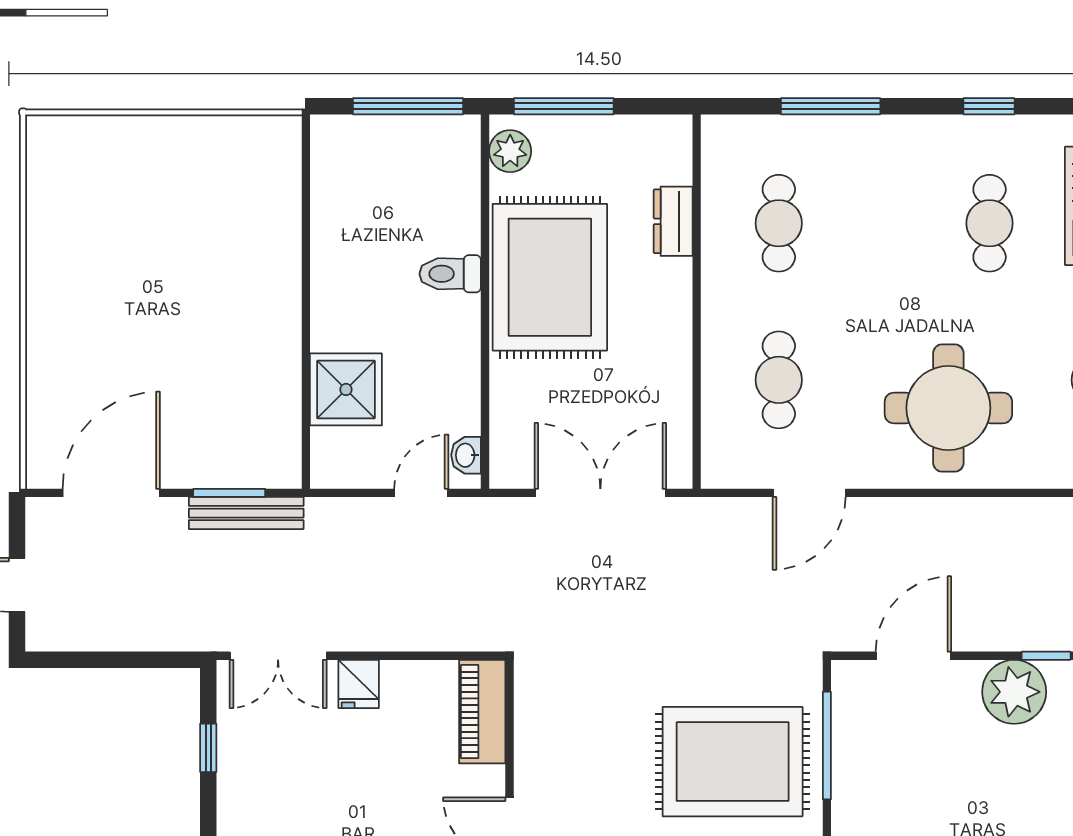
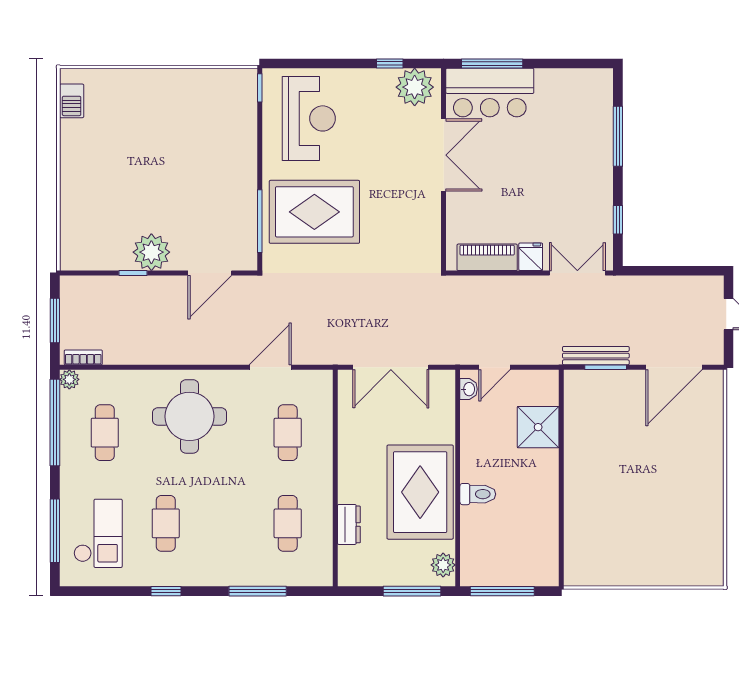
piano: (482, 712) -> (487, 257), moved, turned -90

